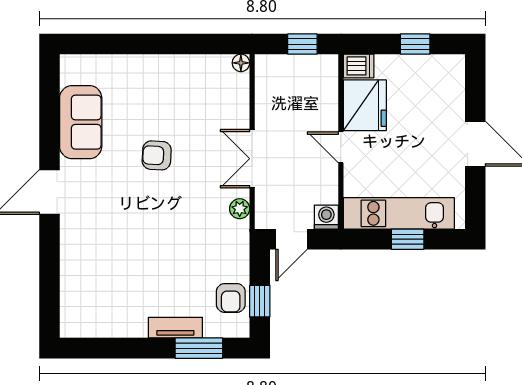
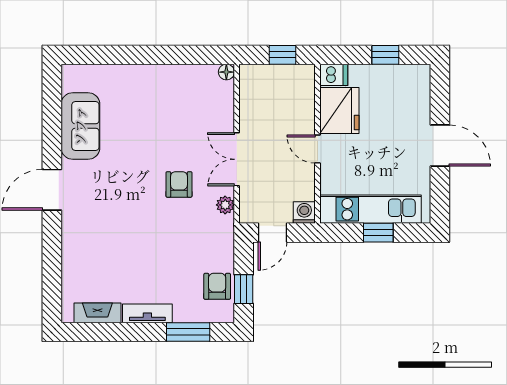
armchair: (157, 155) -> (179, 184), moved, turned 87
armchair: (231, 298) -> (217, 286), turned 180
fireplace: (99, 327) -> (97, 313), added
tv unit: (175, 328) -> (147, 313), moved

